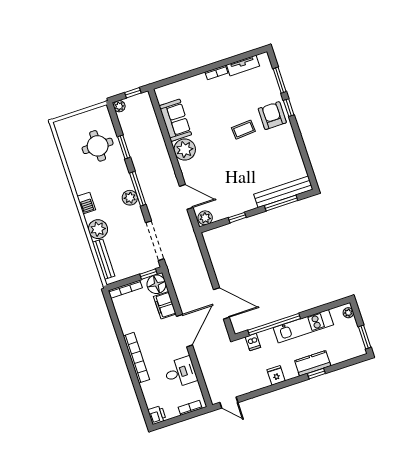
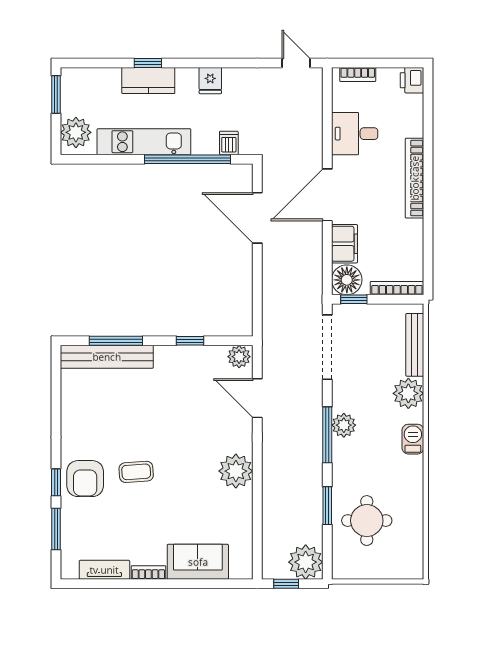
plant: (119, 106) -> (306, 562), width x1.88, depth x1.88
sofa: (175, 120) -> (198, 562), moved, turned 90
plant: (348, 313) -> (76, 132), width x1.87, depth x1.87

